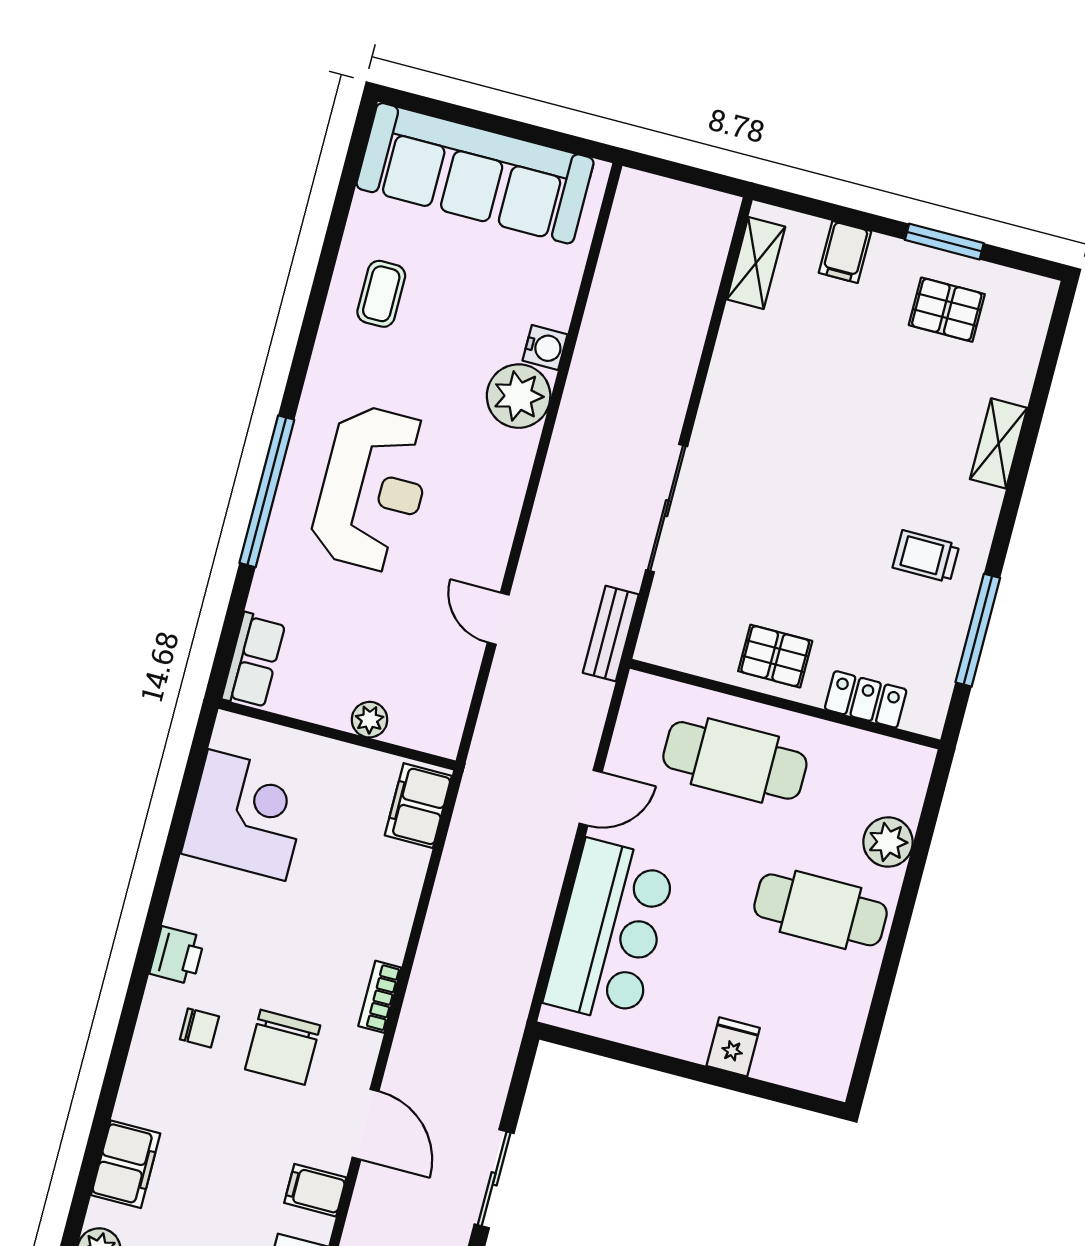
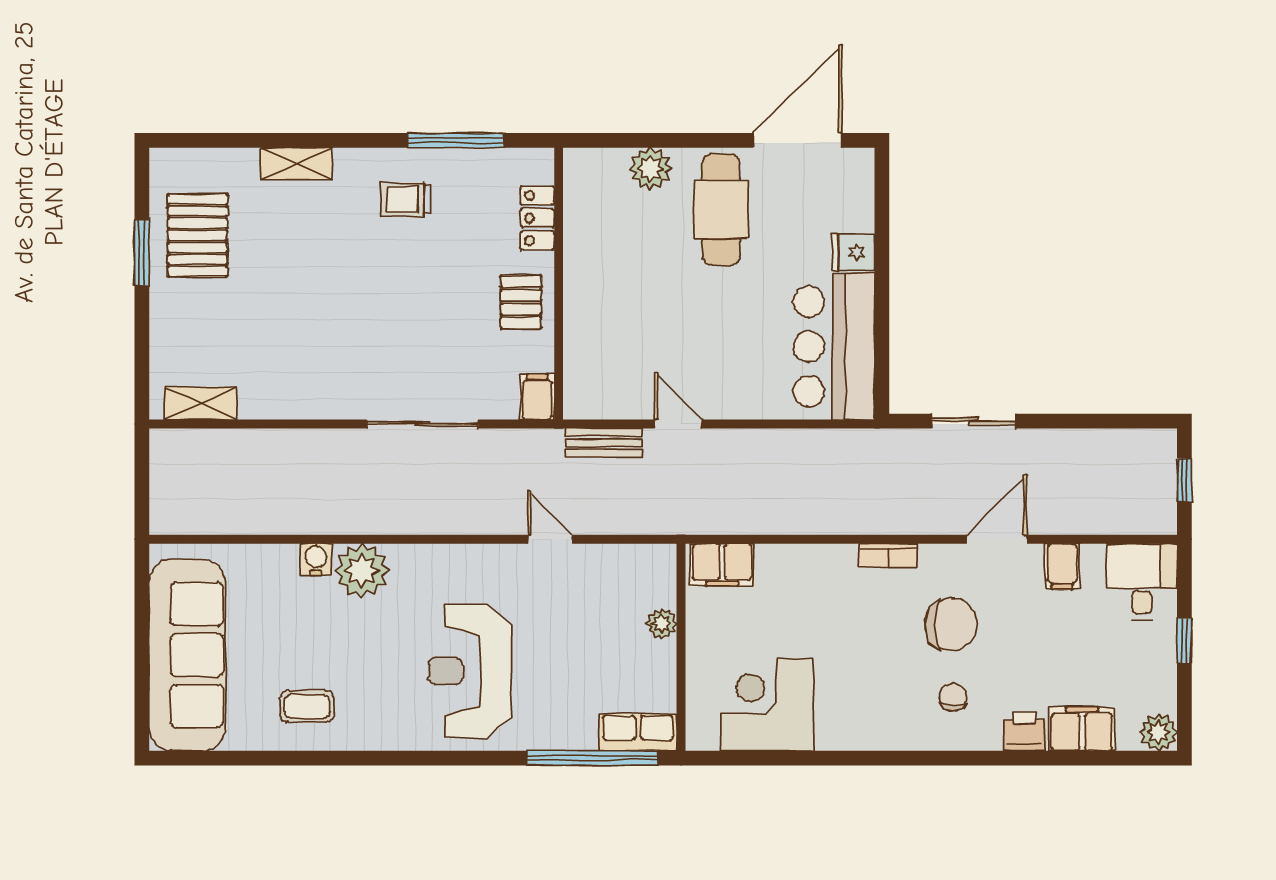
filing cabinet: (845, 252) -> (537, 397), moved, turned -90
pallet: (947, 310) -> (197, 235), width x1.50, depth x1.42
reception desk: (373, 489) -> (470, 671), turned -90
window: (267, 491) -> (592, 758), moved
trolley: (926, 556) -> (406, 199), turned 90
door: (498, 619) -> (550, 539), swing flipped
bench: (611, 634) -> (604, 443), moved
cafe table: (735, 760) -> (616, 313), removed
bar counter: (610, 932) -> (834, 346), moved, turned -90
printer: (177, 955) -> (1025, 732), moved
door: (876, 1017) -> (798, 140), added
sliding door: (494, 1179) -> (973, 421), moved

